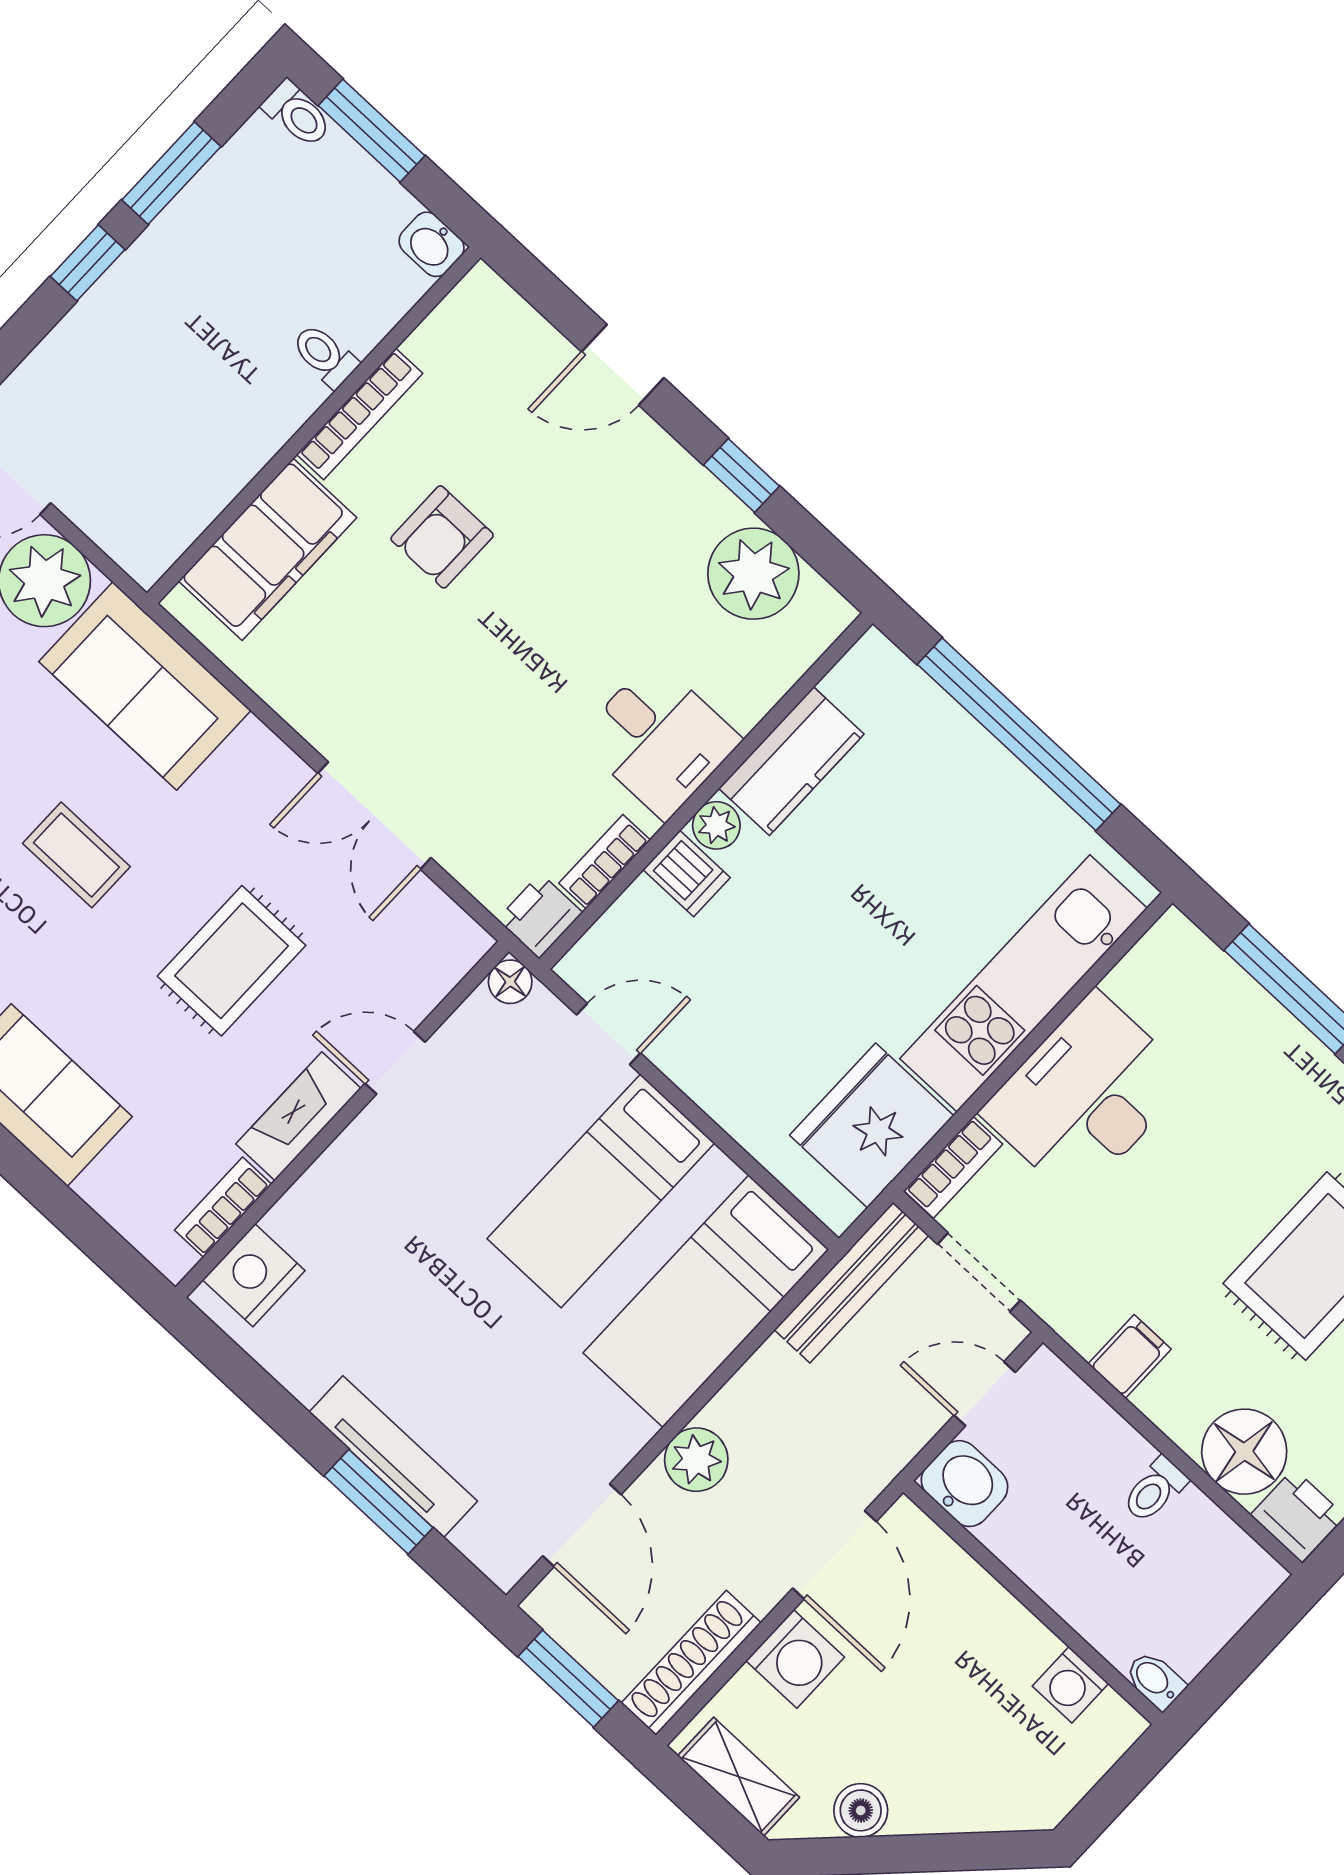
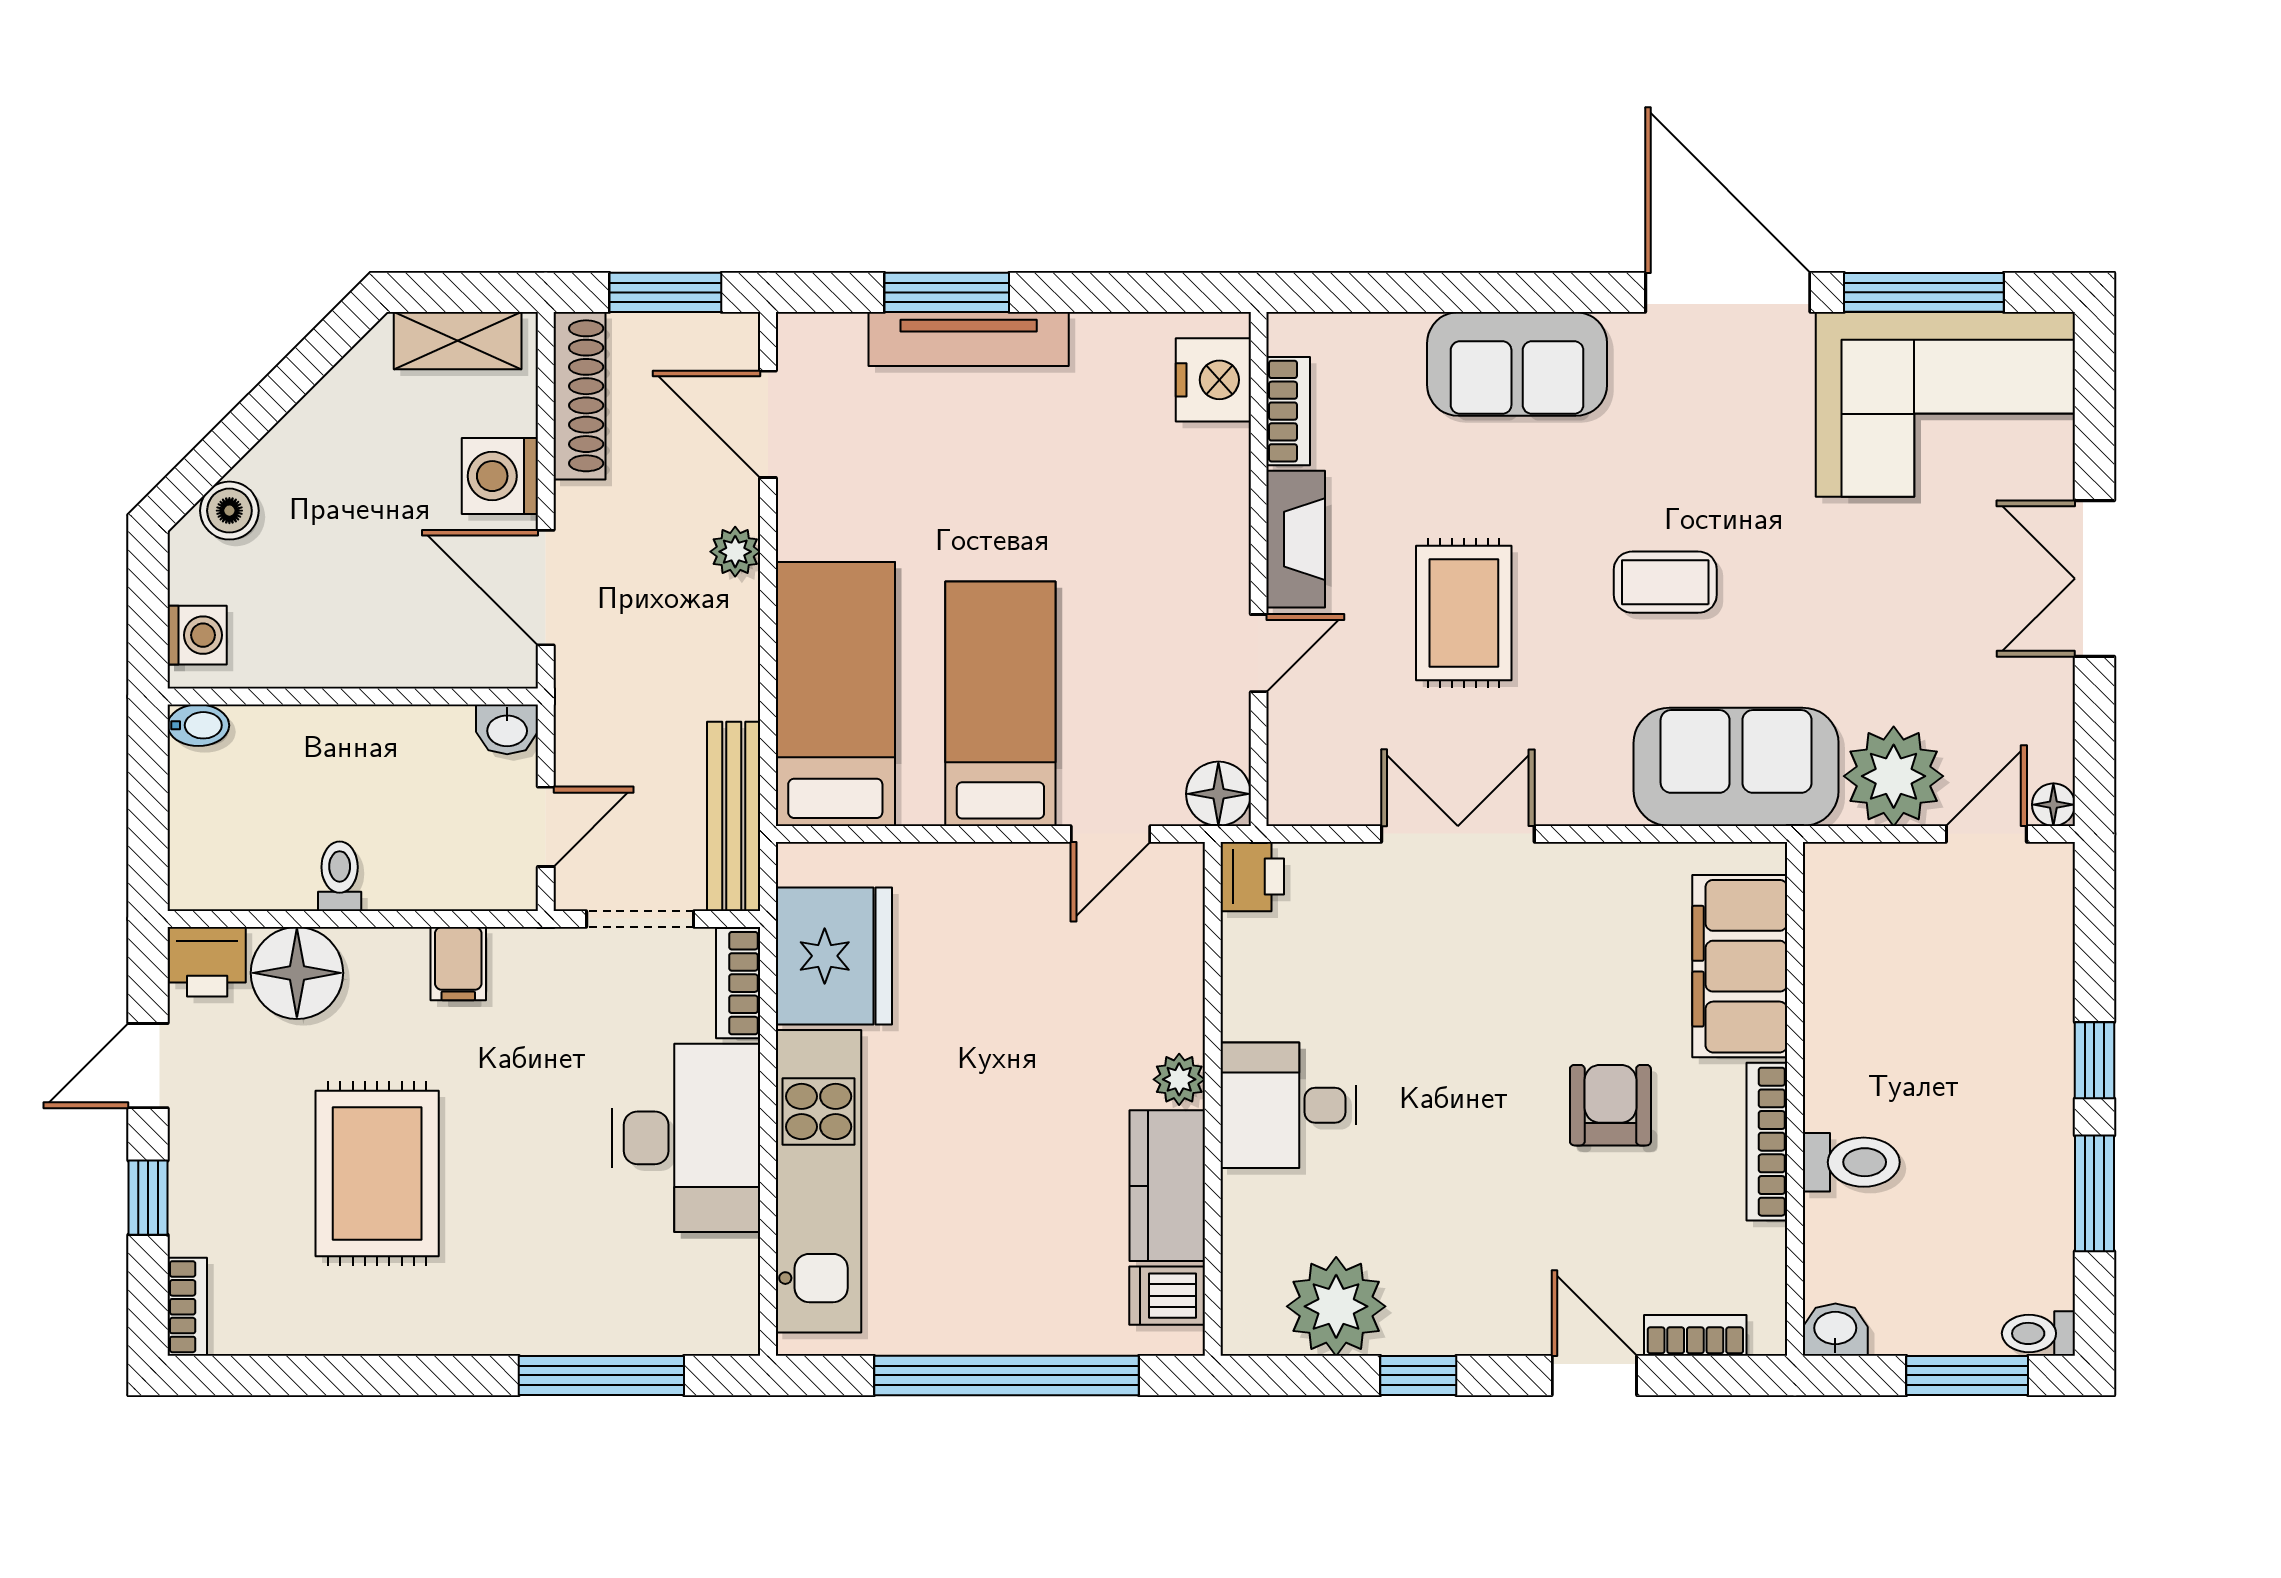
toilet: (325, 356) -> (1851, 1162), width x1.37, depth x1.39
door: (623, 365) -> (1594, 1375), hinge flipped
bookcase: (605, 862) -> (1695, 1335), moved, turned -90
dishwasher: (687, 874) -> (1167, 1296), moved
floor lamp: (510, 982) -> (1218, 794), width x1.37, depth x1.37
plant: (696, 1460) -> (735, 552), width x0.73, depth x0.73
washbasin: (964, 1484) -> (507, 729), width x0.72, depth x0.69
washing machine: (1070, 1685) -> (197, 635), moved, turned 90
boiler: (861, 1810) -> (229, 511), moved

